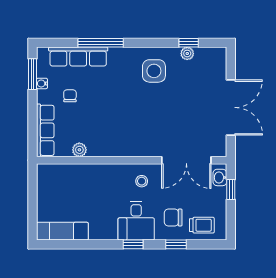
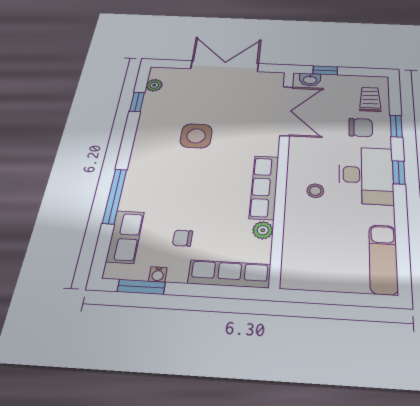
plant: (187, 53) -> (154, 85), moved
row of seats: (78, 57) -> (125, 237), width x0.68
side table: (154, 71) -> (196, 136), moved
row of seats: (115, 148) -> (264, 187), added
stool: (142, 181) -> (315, 191), moved
chair: (173, 217) -> (361, 128), turned -90
desk: (136, 221) -> (366, 175), width x1.37

